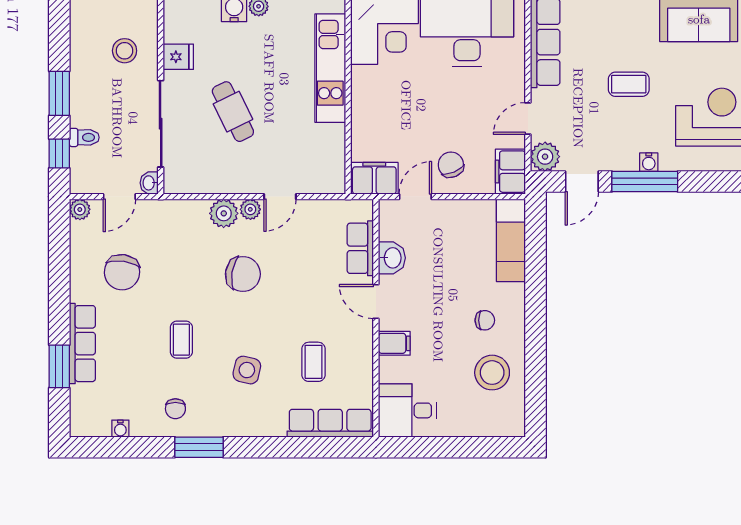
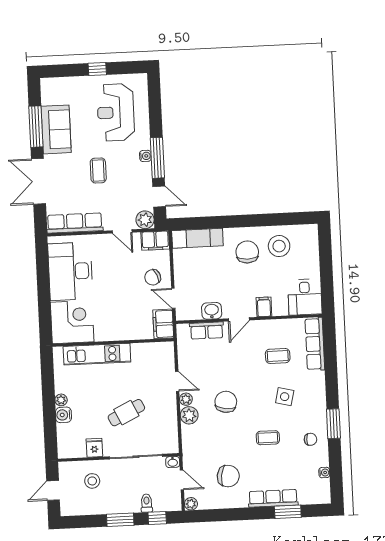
chair: (485, 320) -> (247, 252), width x1.87, depth x1.87

